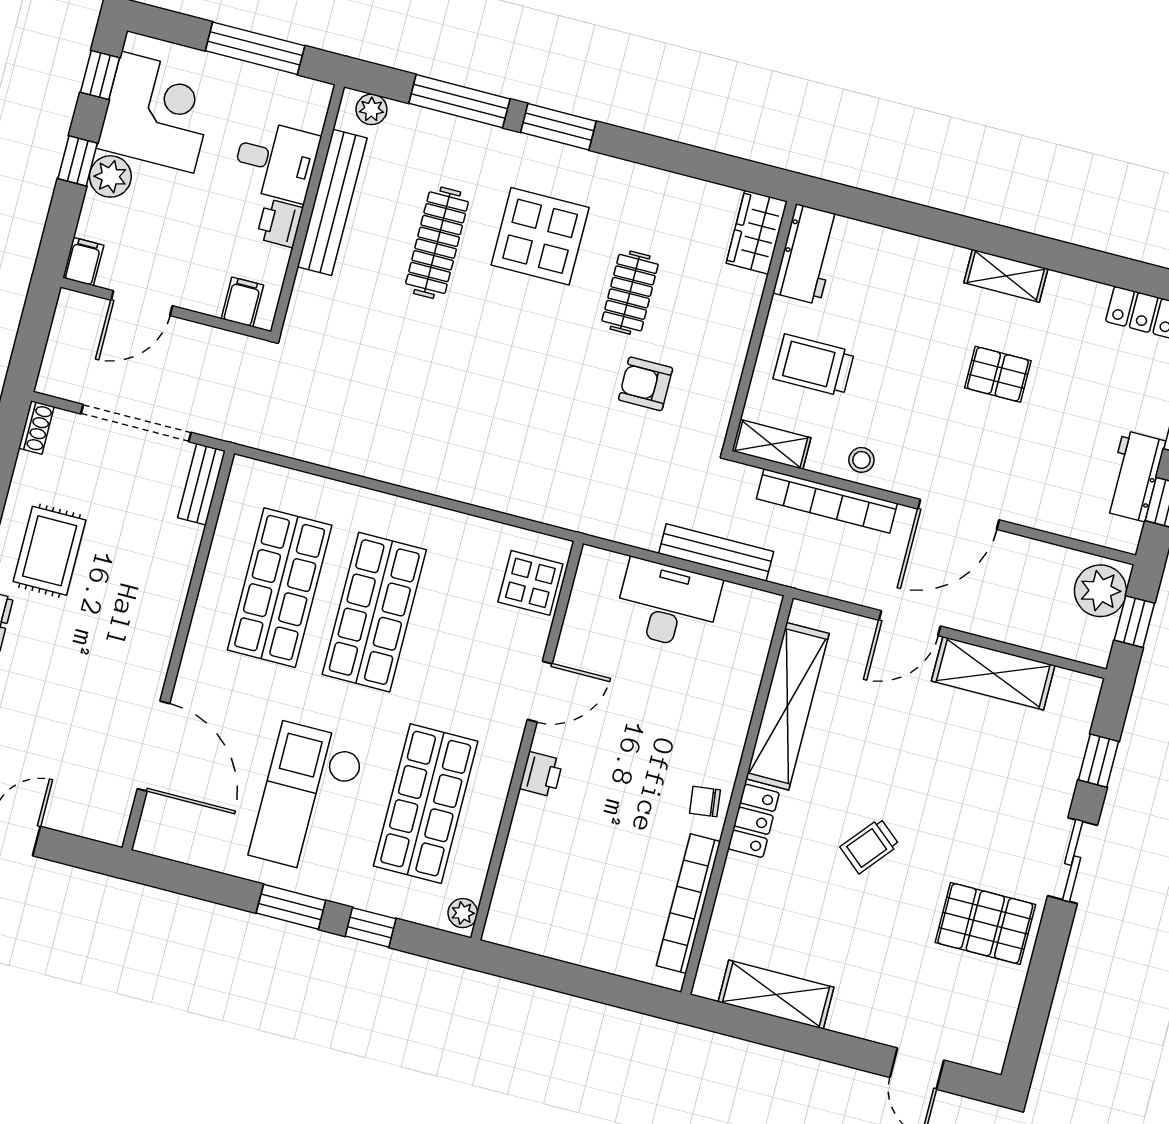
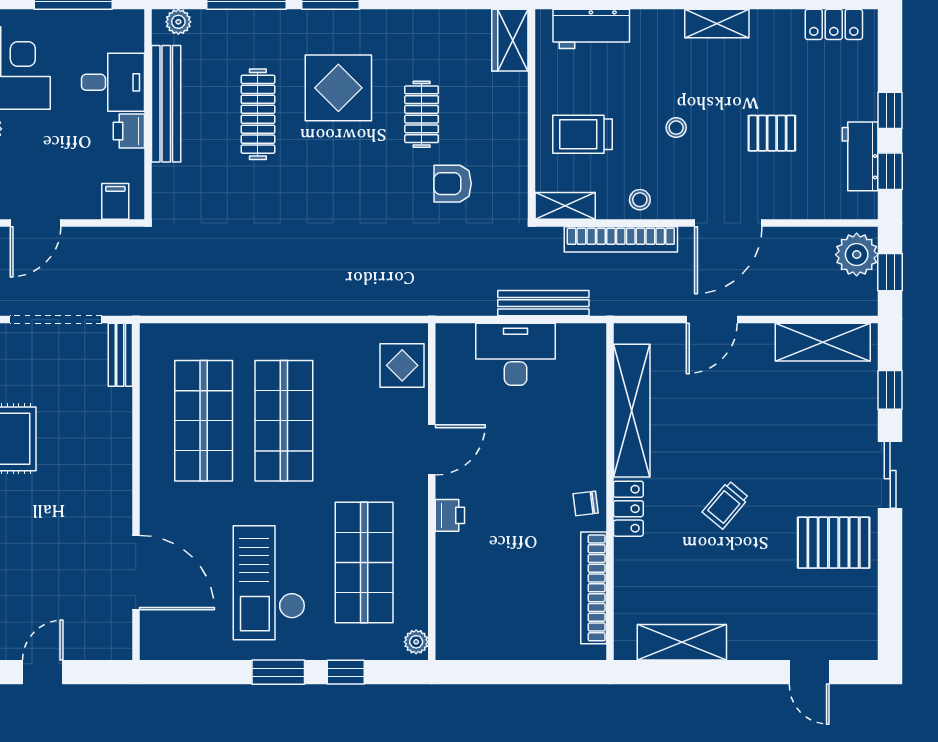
workbench: (808, 254) -> (591, 29), moved, turned 90
pallet: (998, 374) -> (772, 133), moved
stool: (926, 386) -> (676, 128), added
shelving: (993, 673) -> (823, 342), moved

